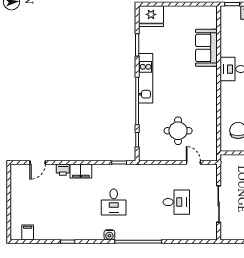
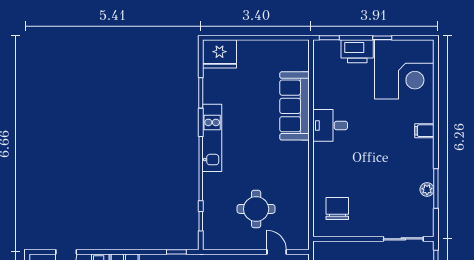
sofa: (206, 48) -> (294, 106), width x1.36

